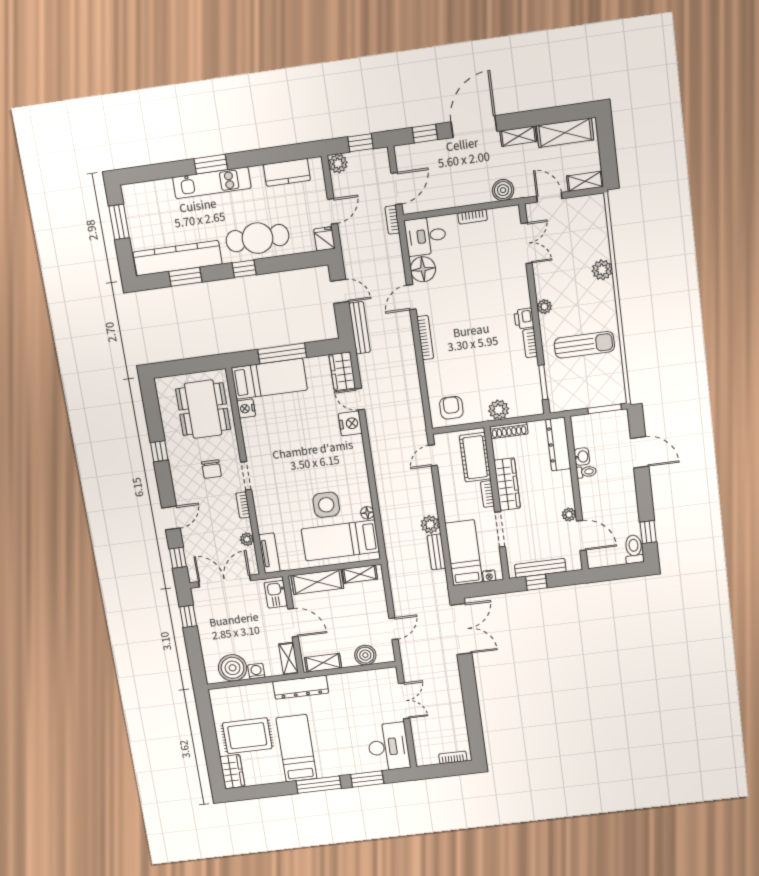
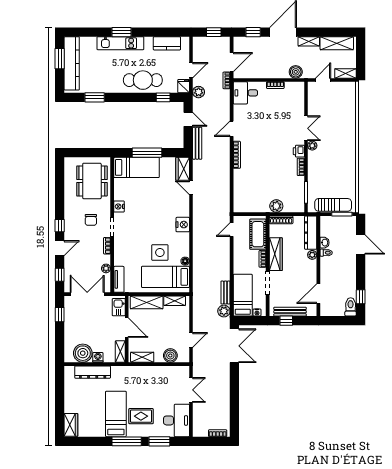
plant: (338, 164) -> (199, 92), moved
door: (549, 197) -> (323, 80), hinge flipped
double door: (527, 243) -> (306, 128), moved
kitchen counter: (178, 258) -> (72, 63), moved, turned 90
window: (244, 269) -> (163, 97), moved
floor lamp: (423, 269) -> (241, 113), removed
plant: (602, 270) -> (350, 128), removed
sun lounger: (584, 345) -> (333, 205), moved
armchair: (451, 408) -> (247, 201), removed
nightstand: (246, 409) -> (119, 206), moved
nightstand: (350, 423) -> (183, 225), moved
window: (159, 451) -> (60, 226), moved
plant: (569, 515) -> (312, 255), moved
plant: (430, 524) -> (224, 311), moved
door: (581, 536) -> (318, 294), swing flipped
dresser: (301, 687) -> (93, 372), moved
rug: (247, 736) -> (141, 416), moved, width x0.73, depth x0.70

